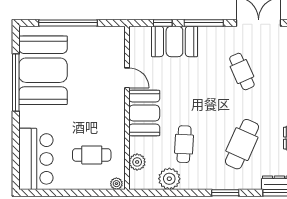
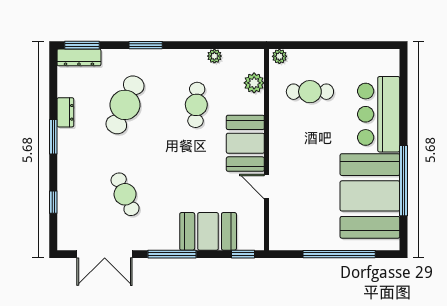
window: (163, 23) -> (243, 254), moved
bar counter: (36, 159) -> (379, 114), moved
plant: (169, 179) -> (214, 56), width x0.53, depth x0.53

